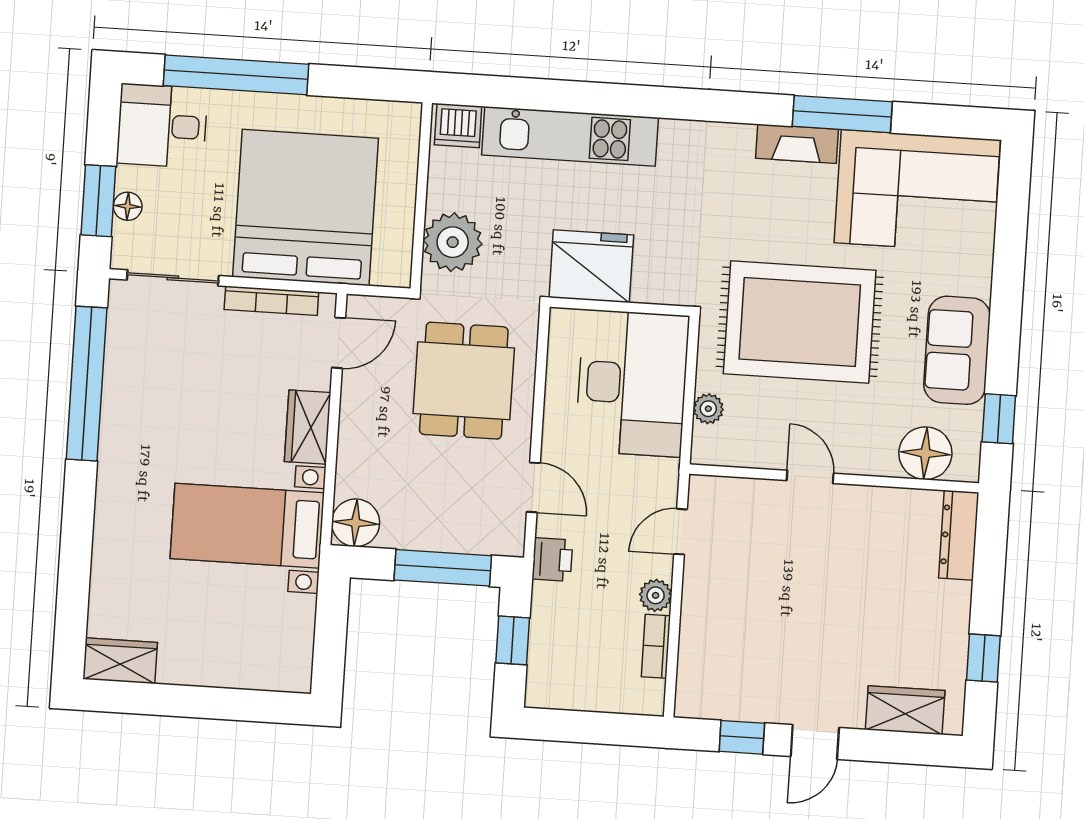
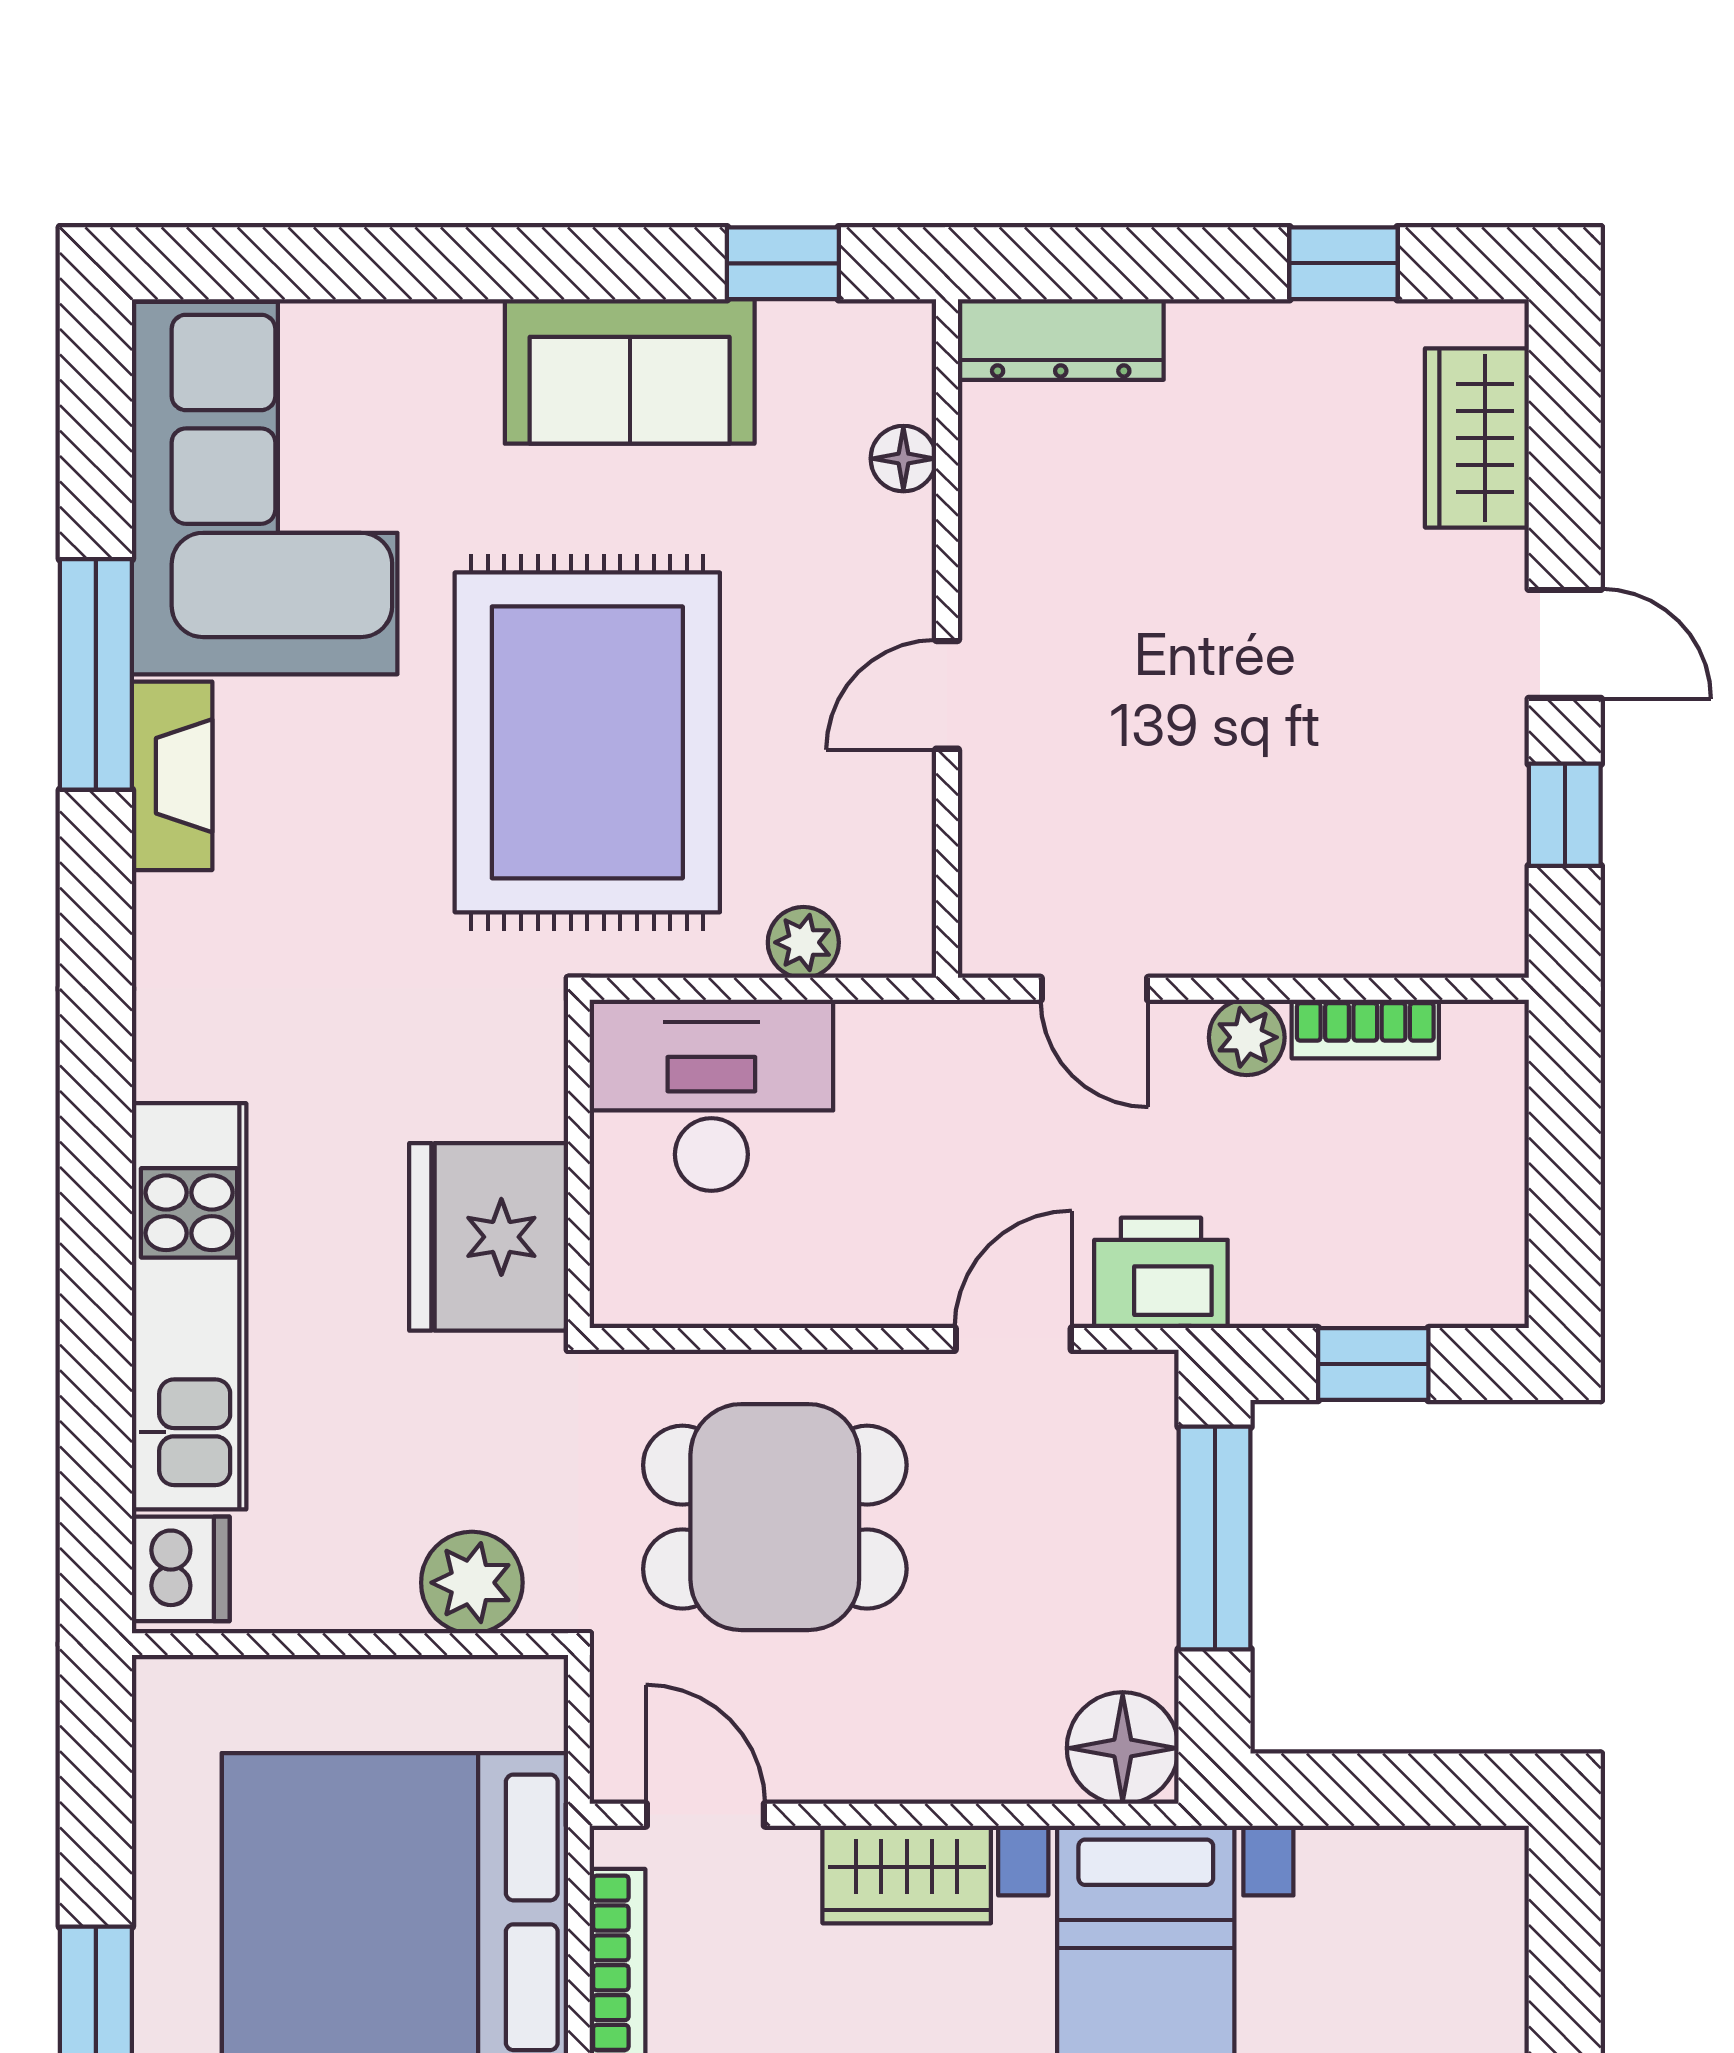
plant: (453, 242) -> (472, 1583), width x0.73, depth x0.73
desk: (632, 383) -> (711, 1095), width x0.73, depth x0.77
floor lamp: (925, 453) -> (903, 459), width x0.53, depth x0.53
printer: (552, 560) -> (1161, 1273), width x1.36, depth x1.24

